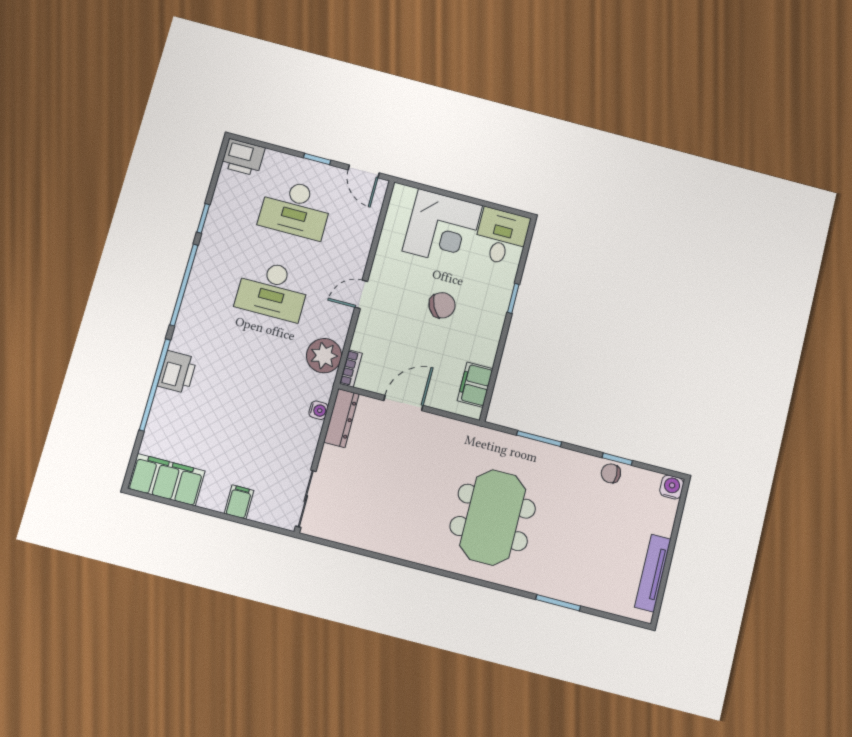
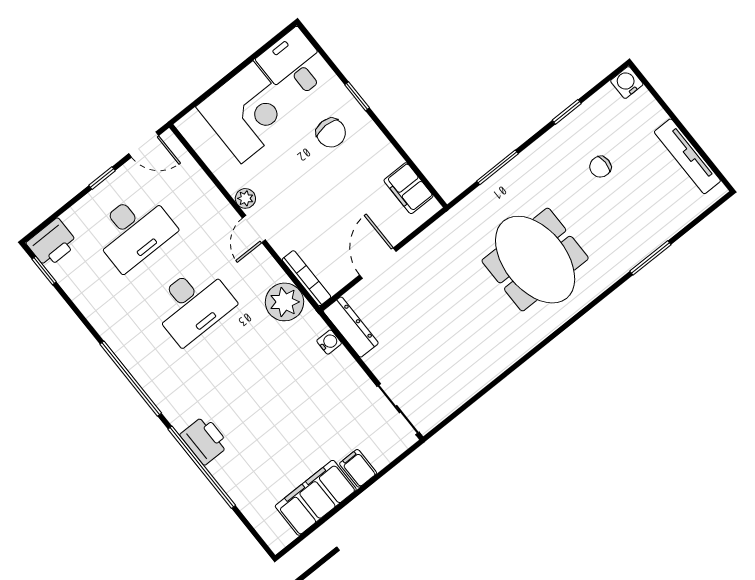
window: (203, 218) -> (44, 271), moved
plant: (379, 272) -> (245, 198), added
chair: (442, 305) -> (331, 133), moved, turned 117
bookcase: (351, 368) -> (306, 278), width x1.56
chair: (611, 473) -> (600, 167), moved
filing cabinet: (166, 480) -> (316, 498), moved

